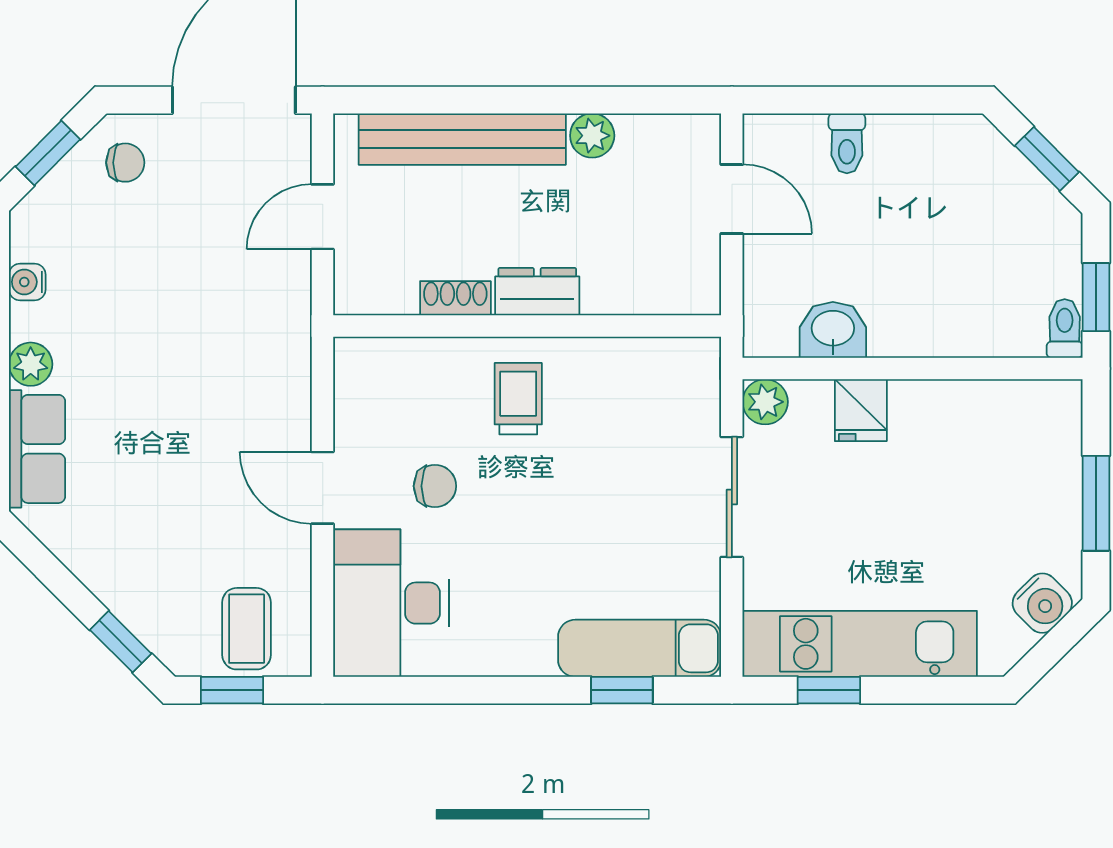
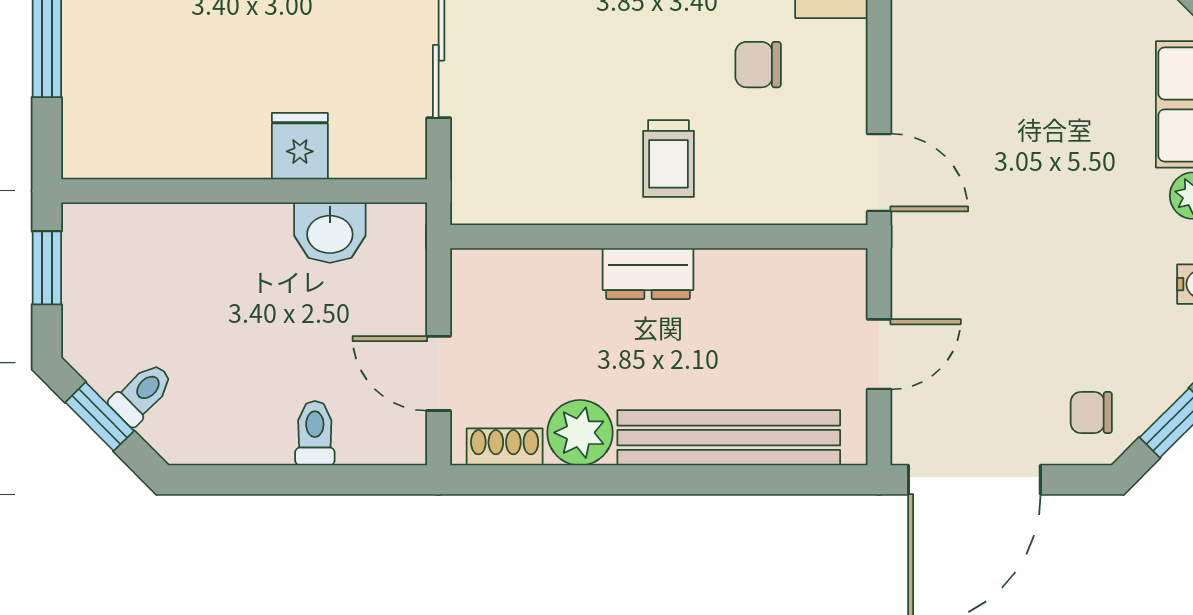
plant: (592, 136) -> (580, 433), width x1.38, depth x1.38
shoe rack: (455, 298) -> (505, 447), moved, turned 180
toilet: (1065, 329) -> (142, 394), moved, turned -135
plant: (765, 402) -> (403, 155), removed
door: (323, 488) -> (879, 173), moved

